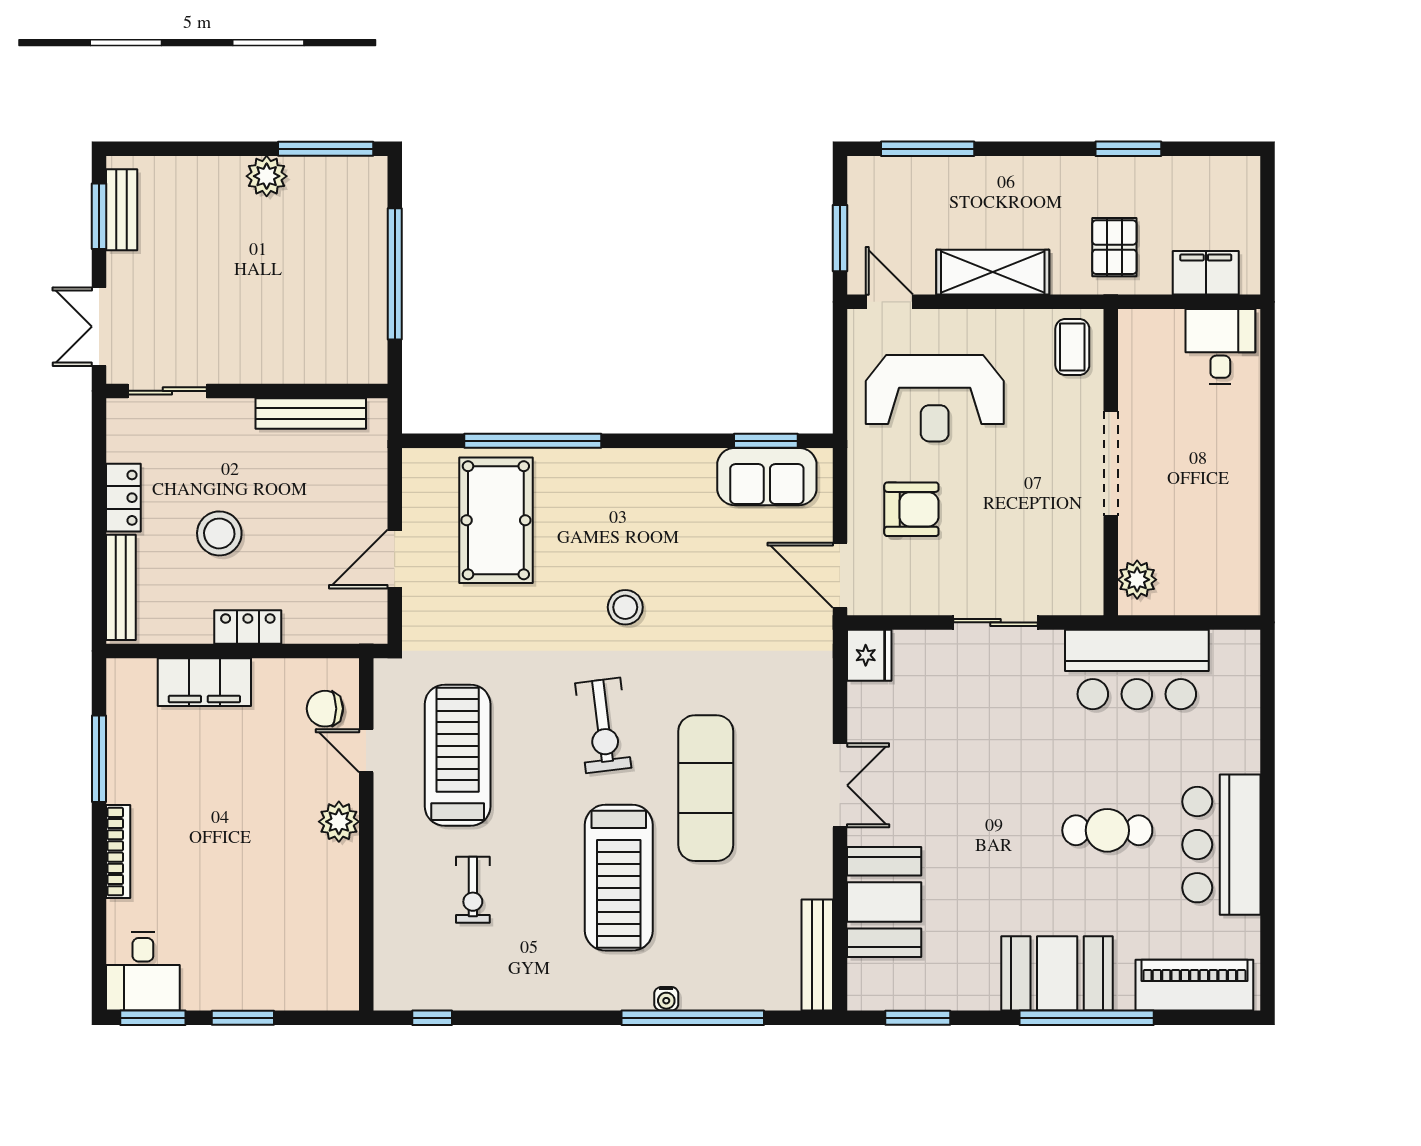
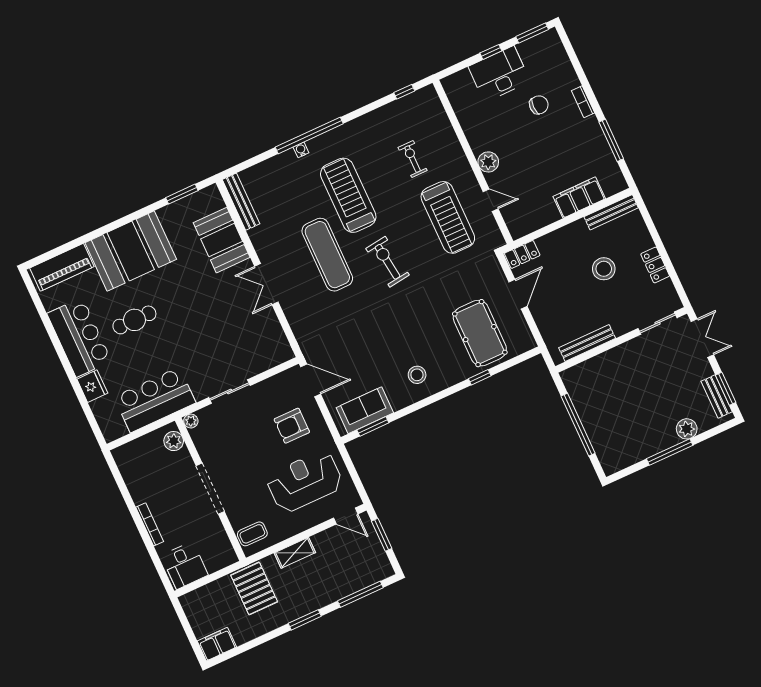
window: (326, 149) -> (670, 452), moved
window: (1128, 149) -> (305, 620), moved
plant: (267, 176) -> (687, 429), moved
pallet: (1114, 247) -> (254, 588), width x1.50, depth x1.42
shelving: (993, 272) -> (295, 553), width x0.67, depth x0.75
filing cabinet: (1206, 273) -> (217, 644), moved, turned 180
coffee table: (1072, 347) -> (252, 534), turned 90
window: (533, 441) -> (480, 377), width x0.32
bookcase: (1249, 449) -> (150, 524), added
bench: (121, 587) -> (611, 212), moved, turned 90
plant: (1090, 601) -> (191, 421), added
stool: (625, 607) -> (417, 375), moved
locker: (248, 627) -> (522, 254), moved
fridge: (869, 655) -> (92, 386), moved, turned 180
chair: (325, 709) -> (539, 105), moved
bookcase: (118, 852) -> (583, 102), width x0.64
desk: (143, 971) -> (499, 74), moved, width x1.37
booth: (1057, 973) -> (131, 251), width x1.36, depth x1.42
window: (243, 1018) -> (491, 52), width x0.67
window: (693, 1018) -> (309, 135), moved
window: (1087, 1018) -> (104, 230), removed

